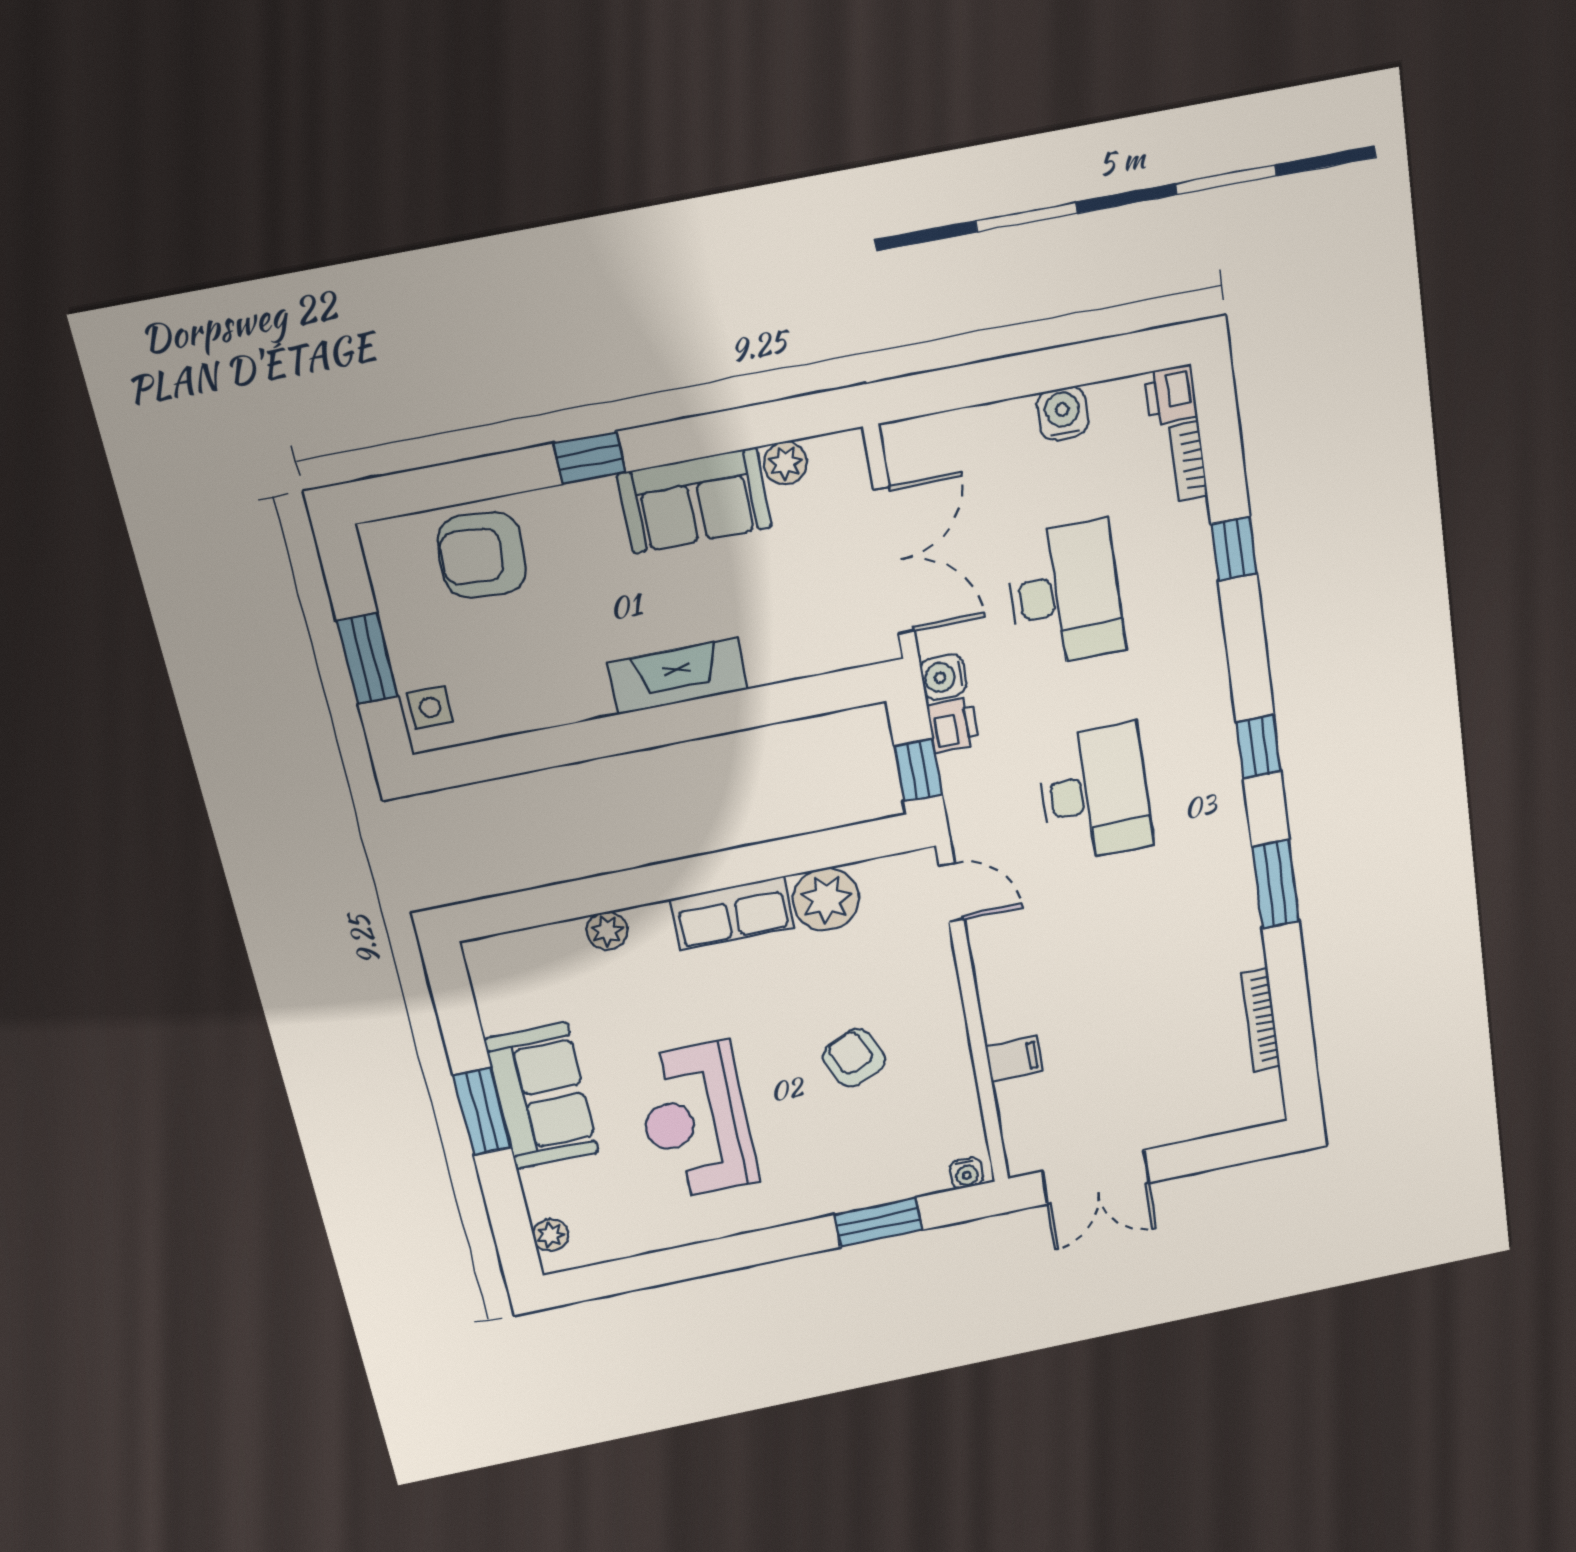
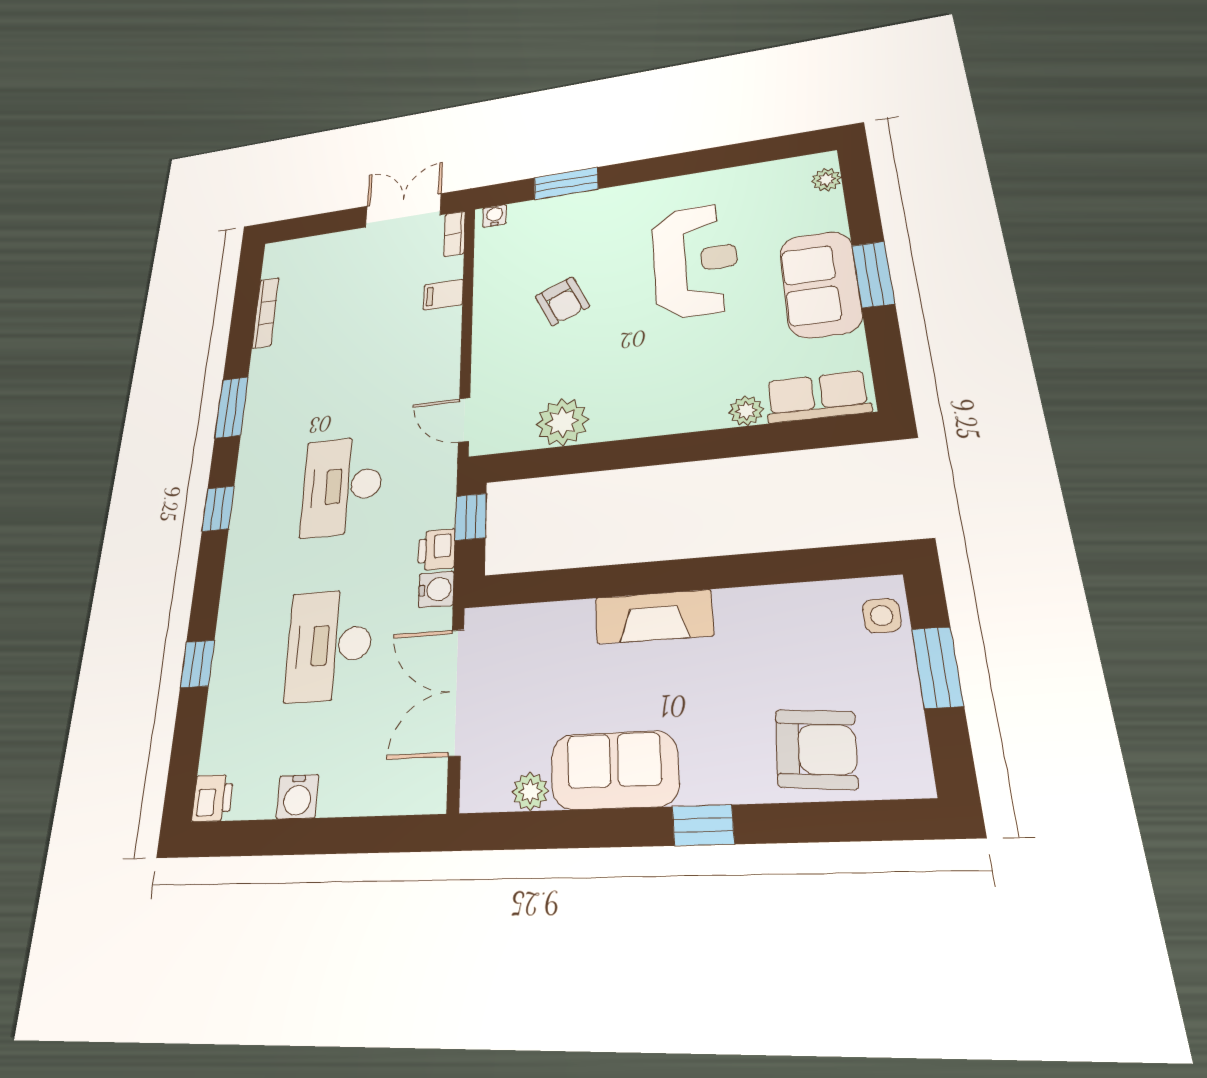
bookcase: (1189, 461) -> (455, 234), moved, turned 180
row of seats: (732, 913) -> (817, 397), moved

